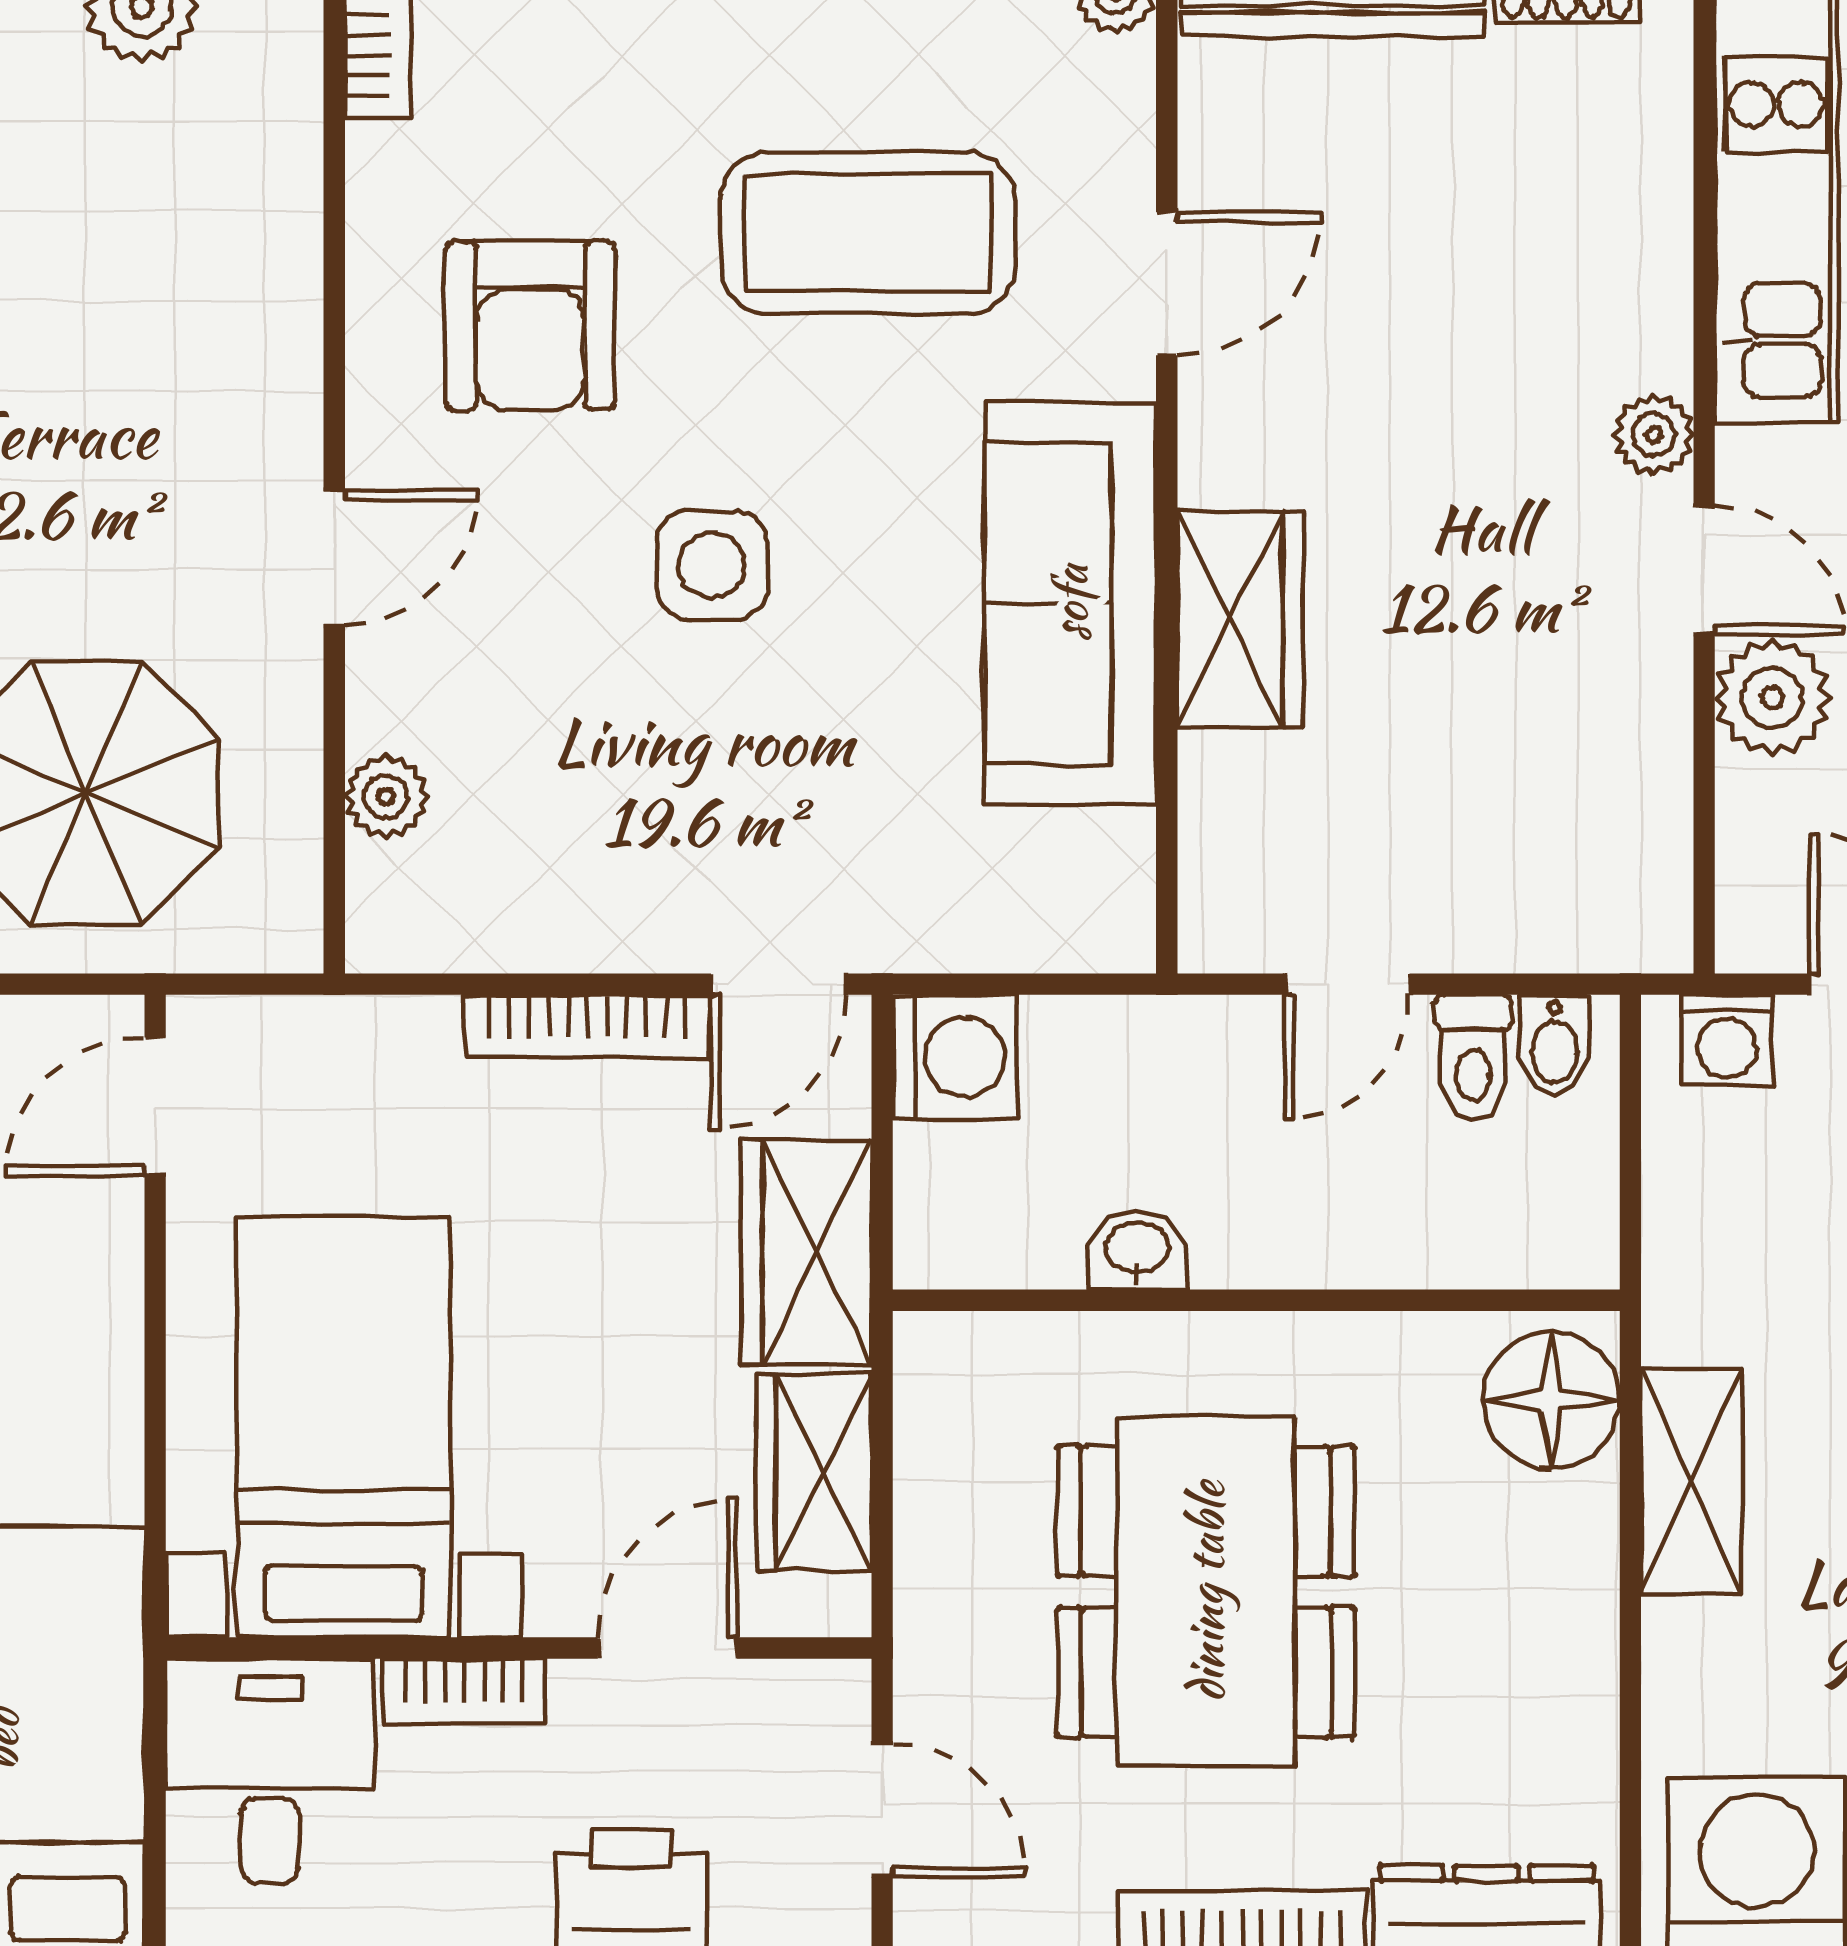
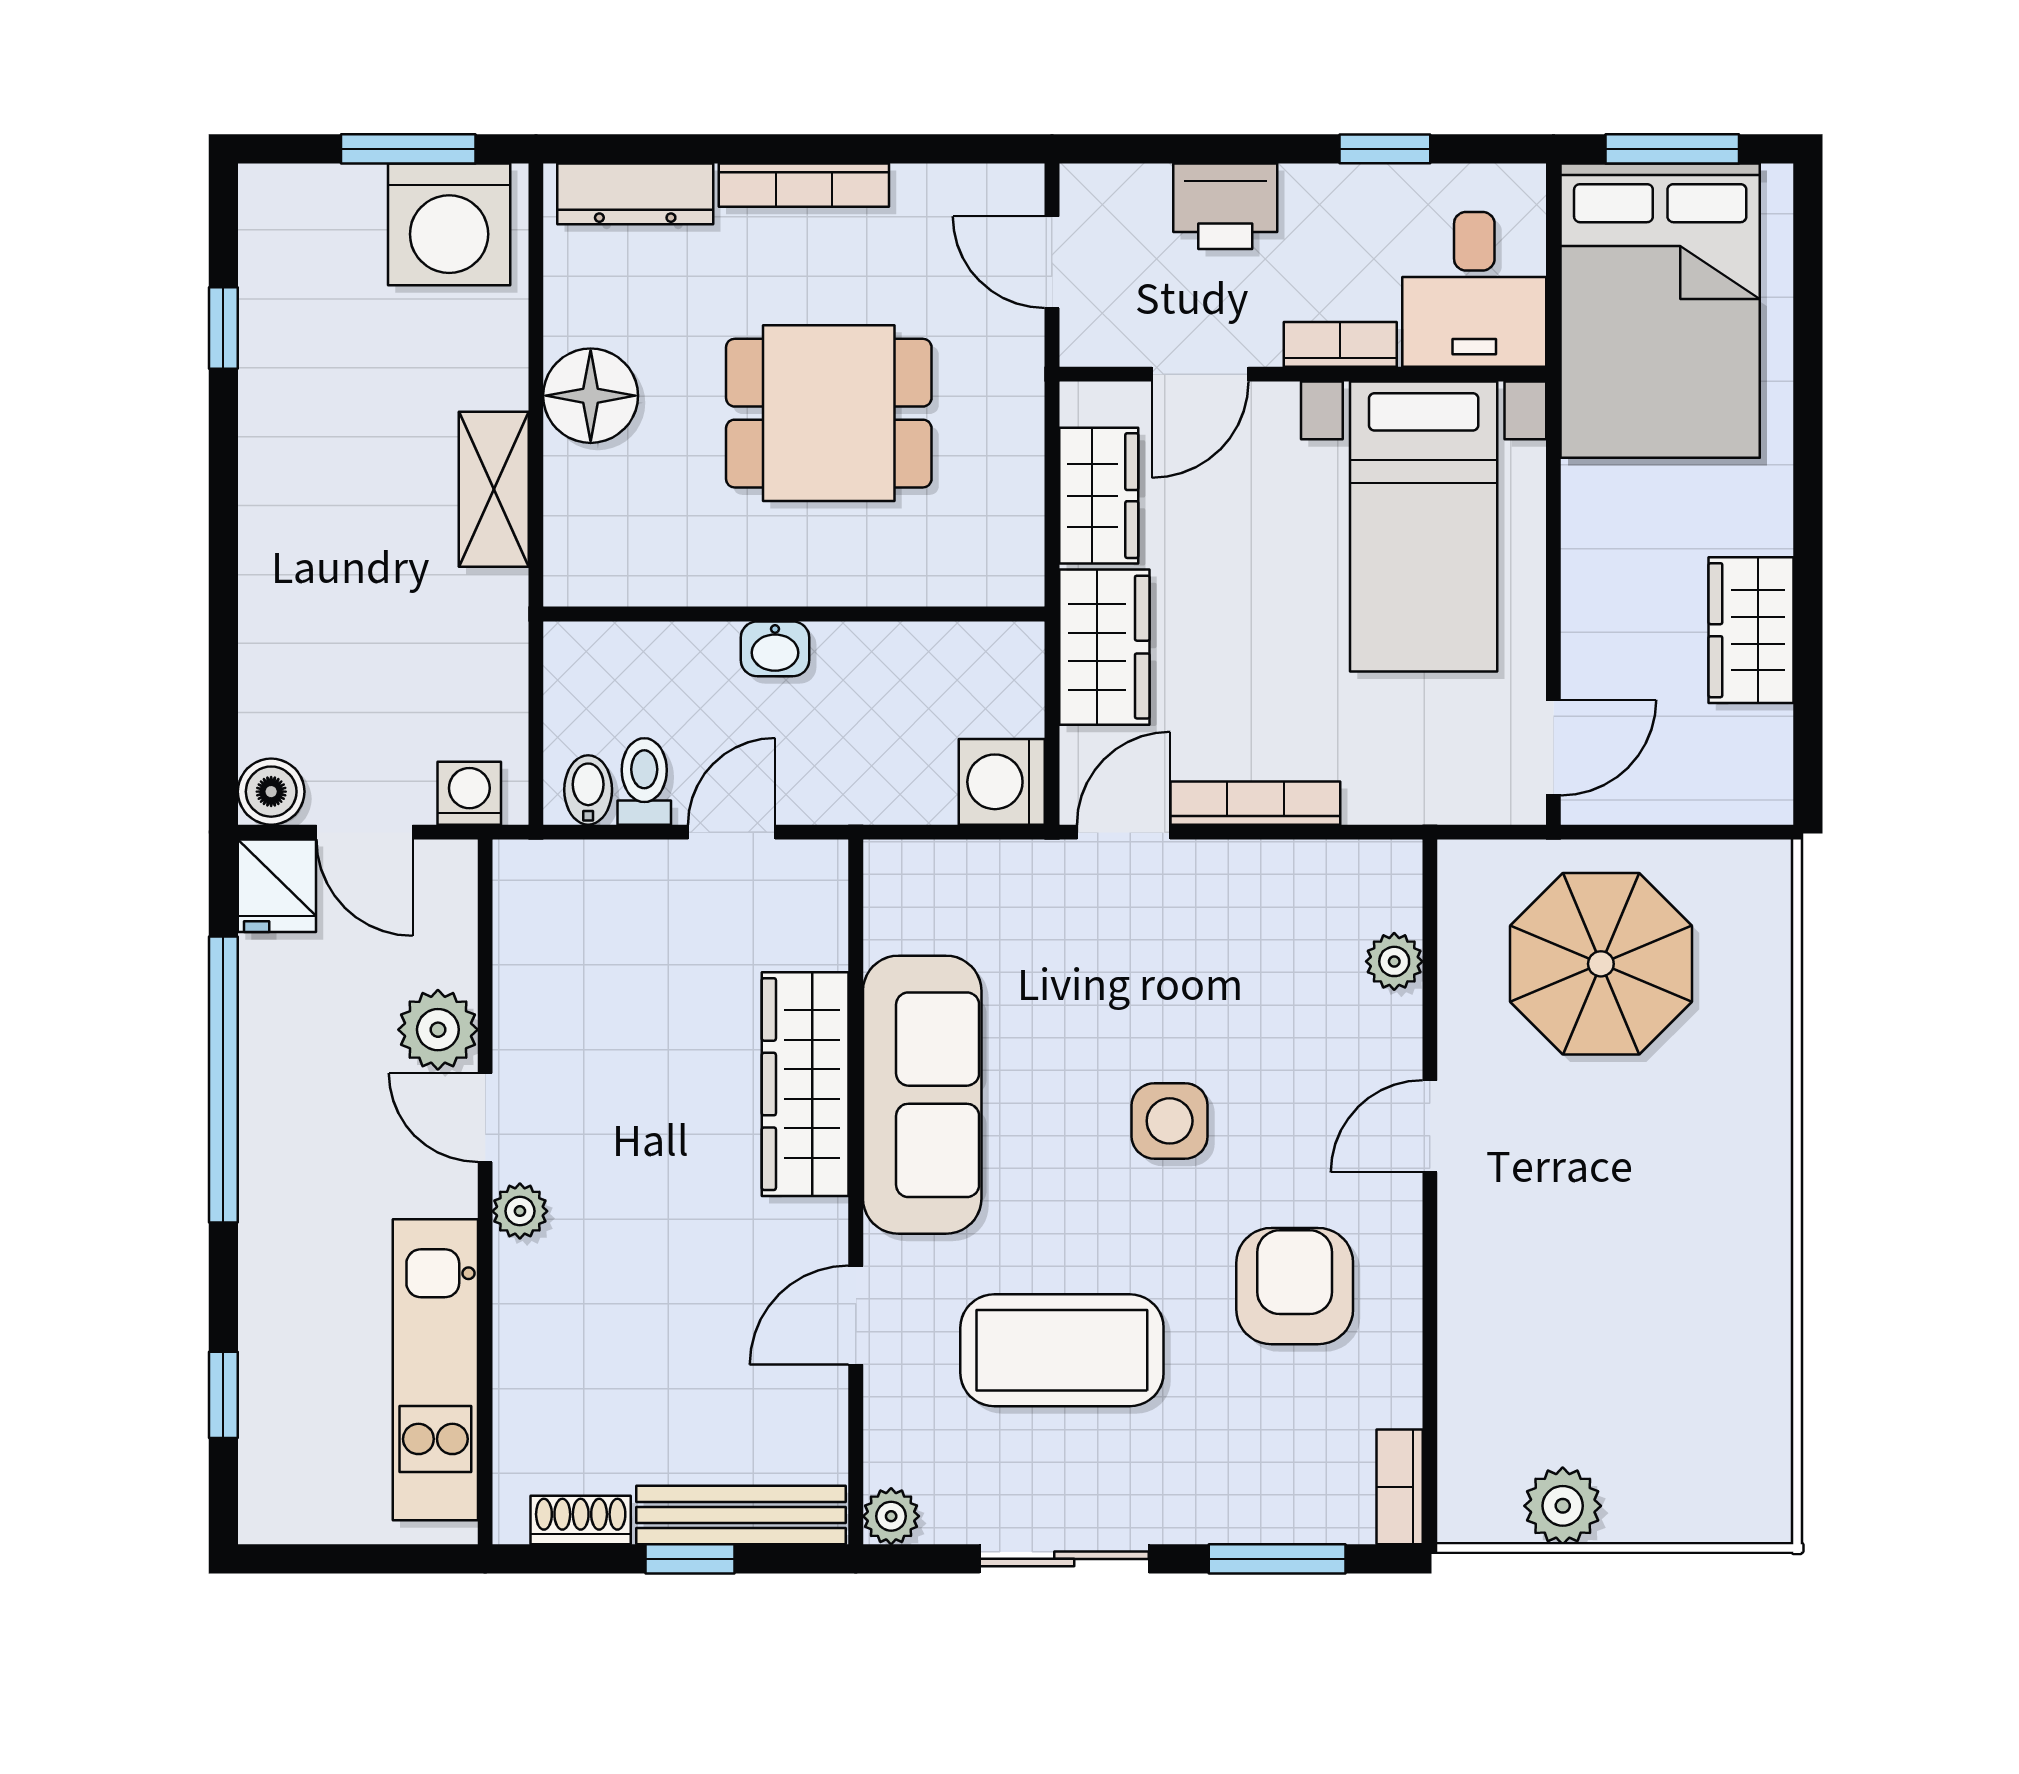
wardrobe: (1240, 619) -> (805, 1084), width x1.50
washbasin: (1137, 1250) -> (775, 649), moved
floor lamp: (1551, 1400) -> (591, 396), moved
dining table: (1206, 1592) -> (829, 413), width x0.73

